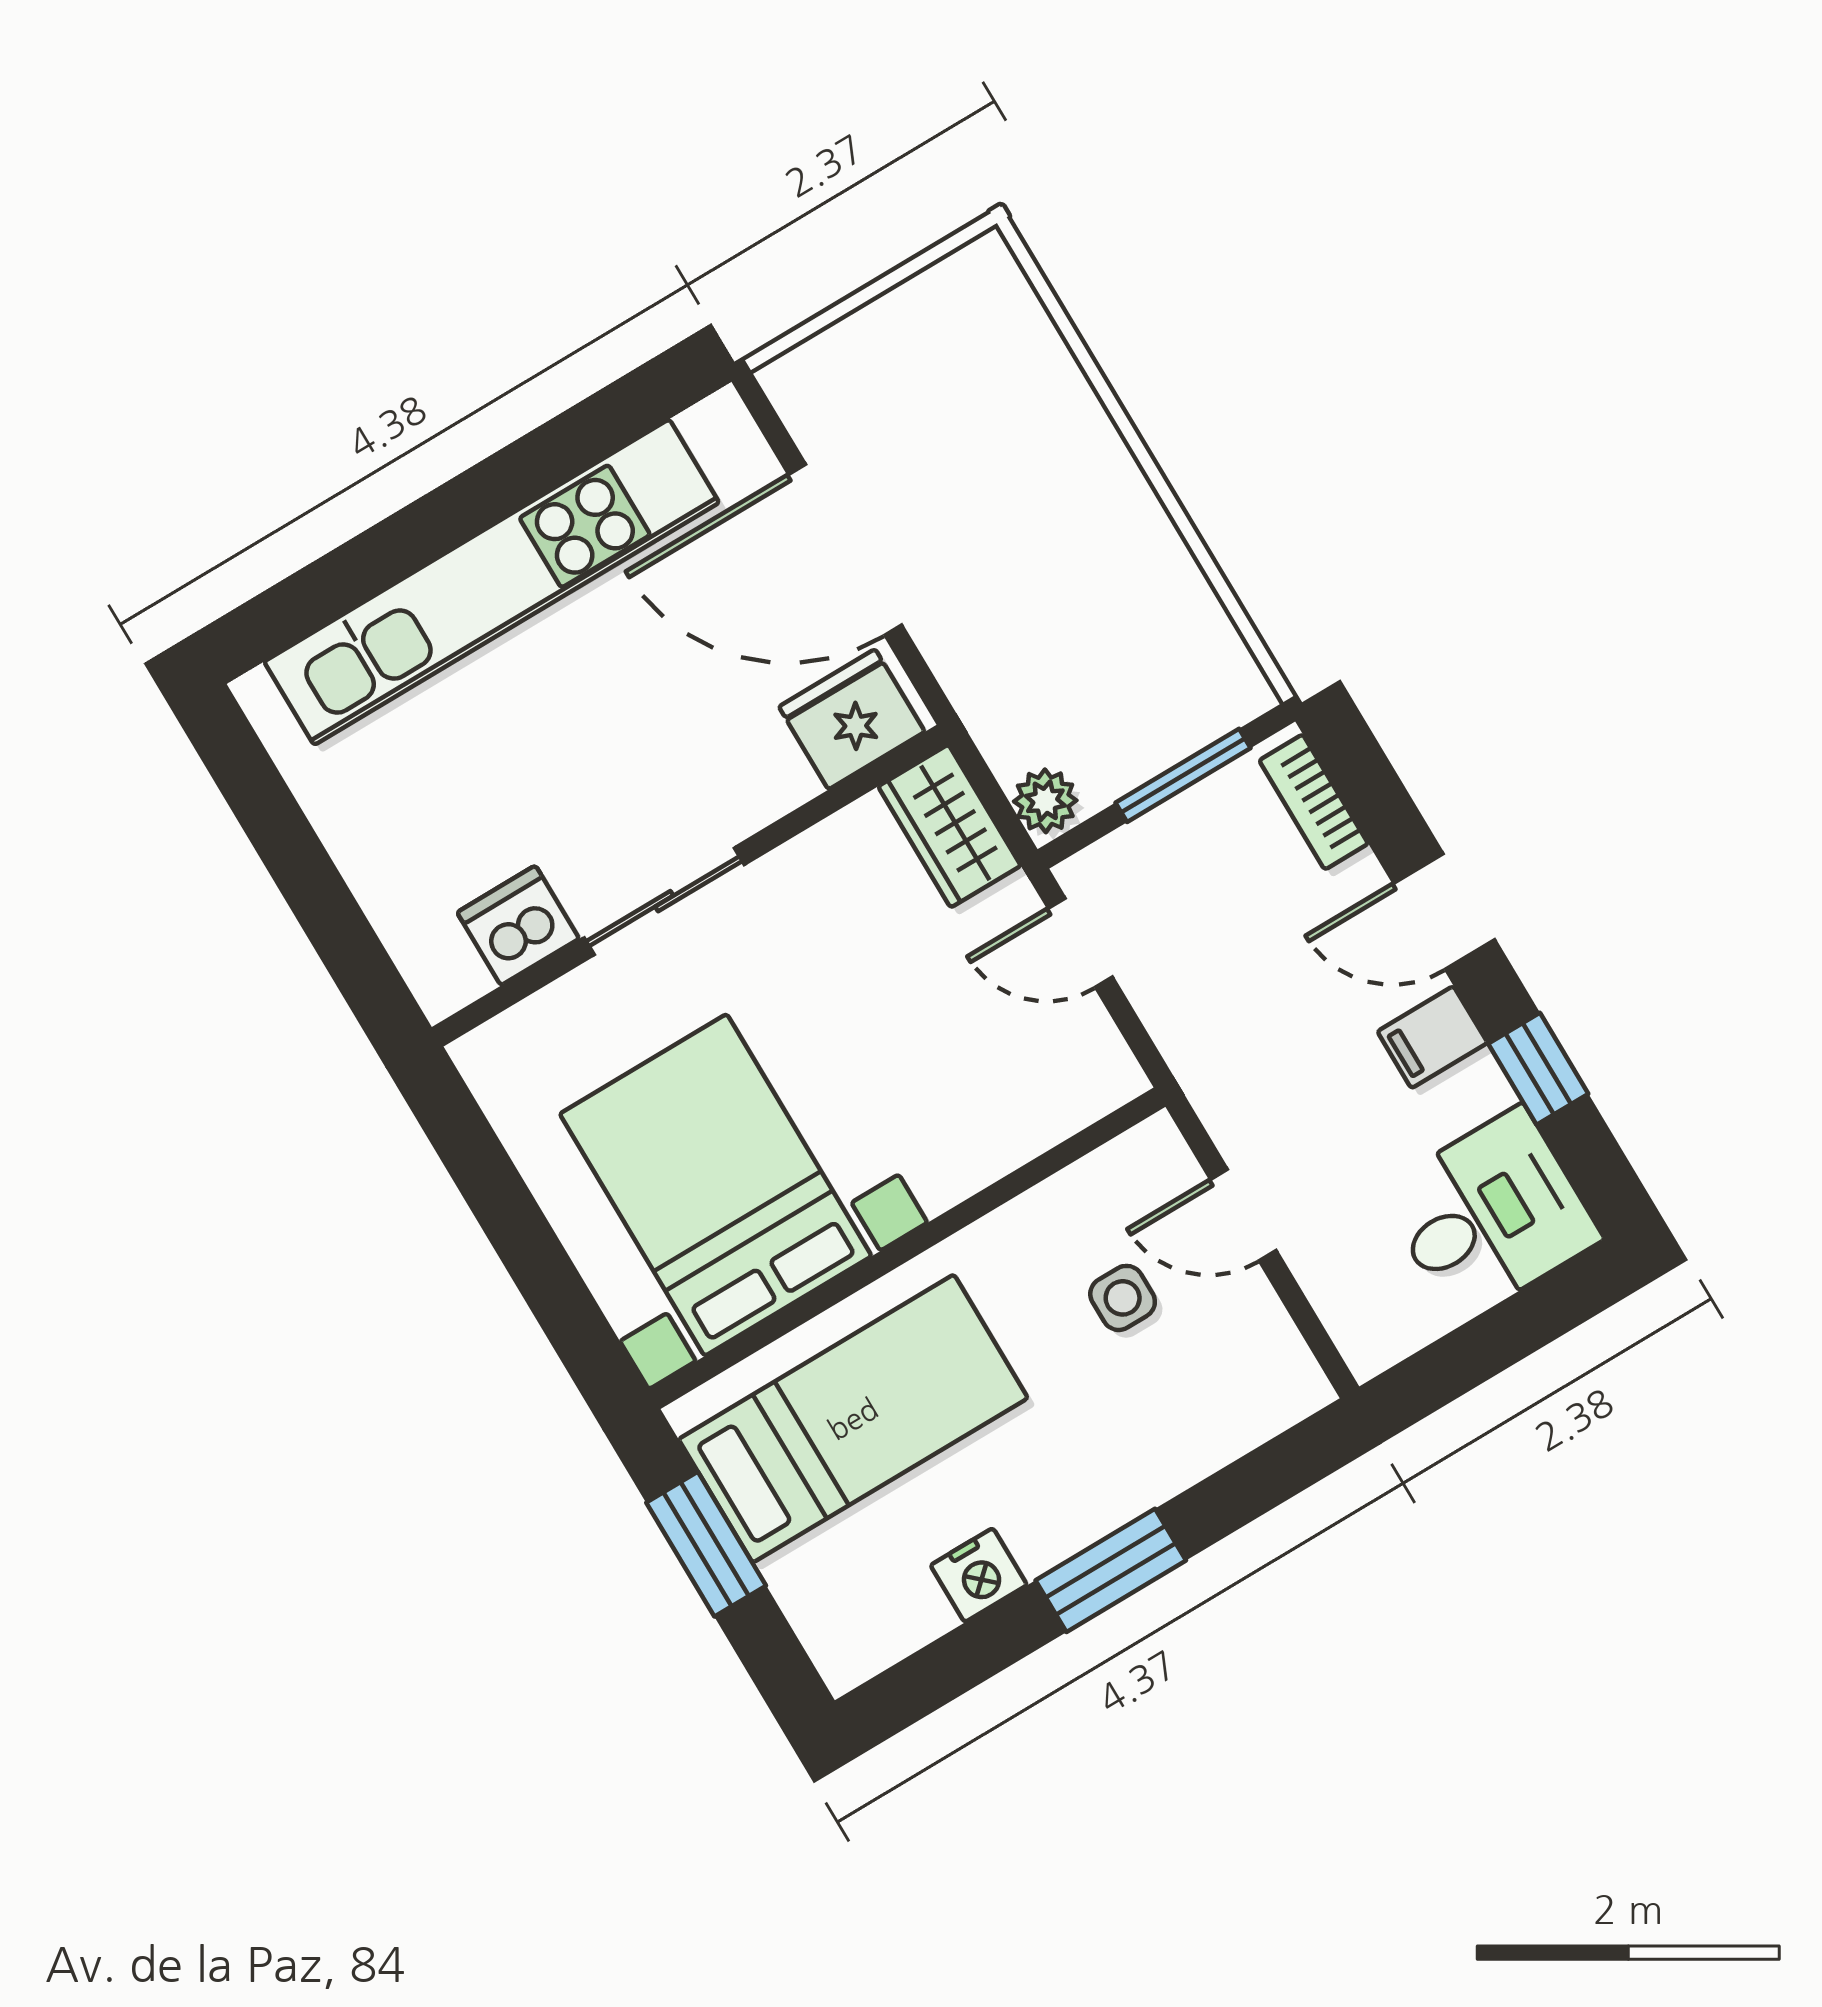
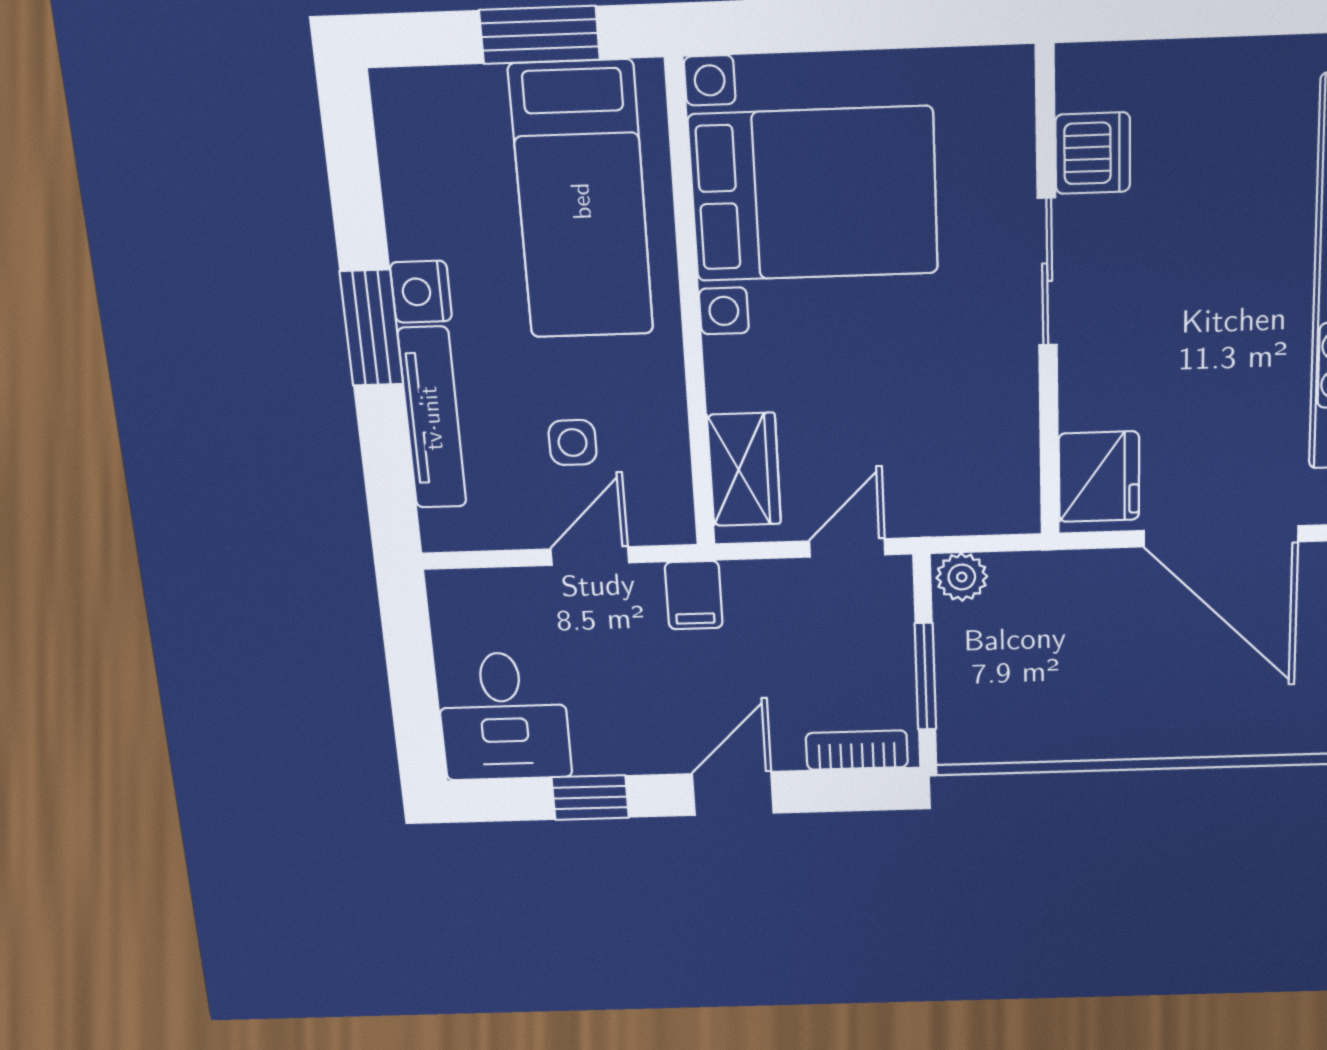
door: (845, 550) -> (1221, 536), swing flipped
wardrobe: (950, 826) -> (744, 470), moved, turned 90
filing cabinet: (1432, 1037) -> (694, 595), moved, turned 180
tv unit: (1177, 1460) -> (432, 418), added
nightstand: (979, 1575) -> (421, 292), moved

